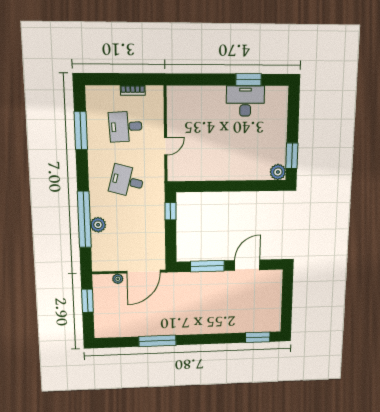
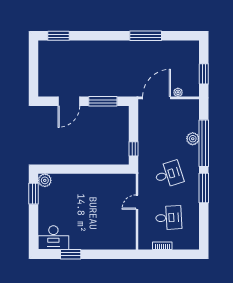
desk: (245, 101) -> (53, 238), moved
window: (81, 130) -> (204, 188), moved
desk: (127, 181) -> (169, 174), turned -33

